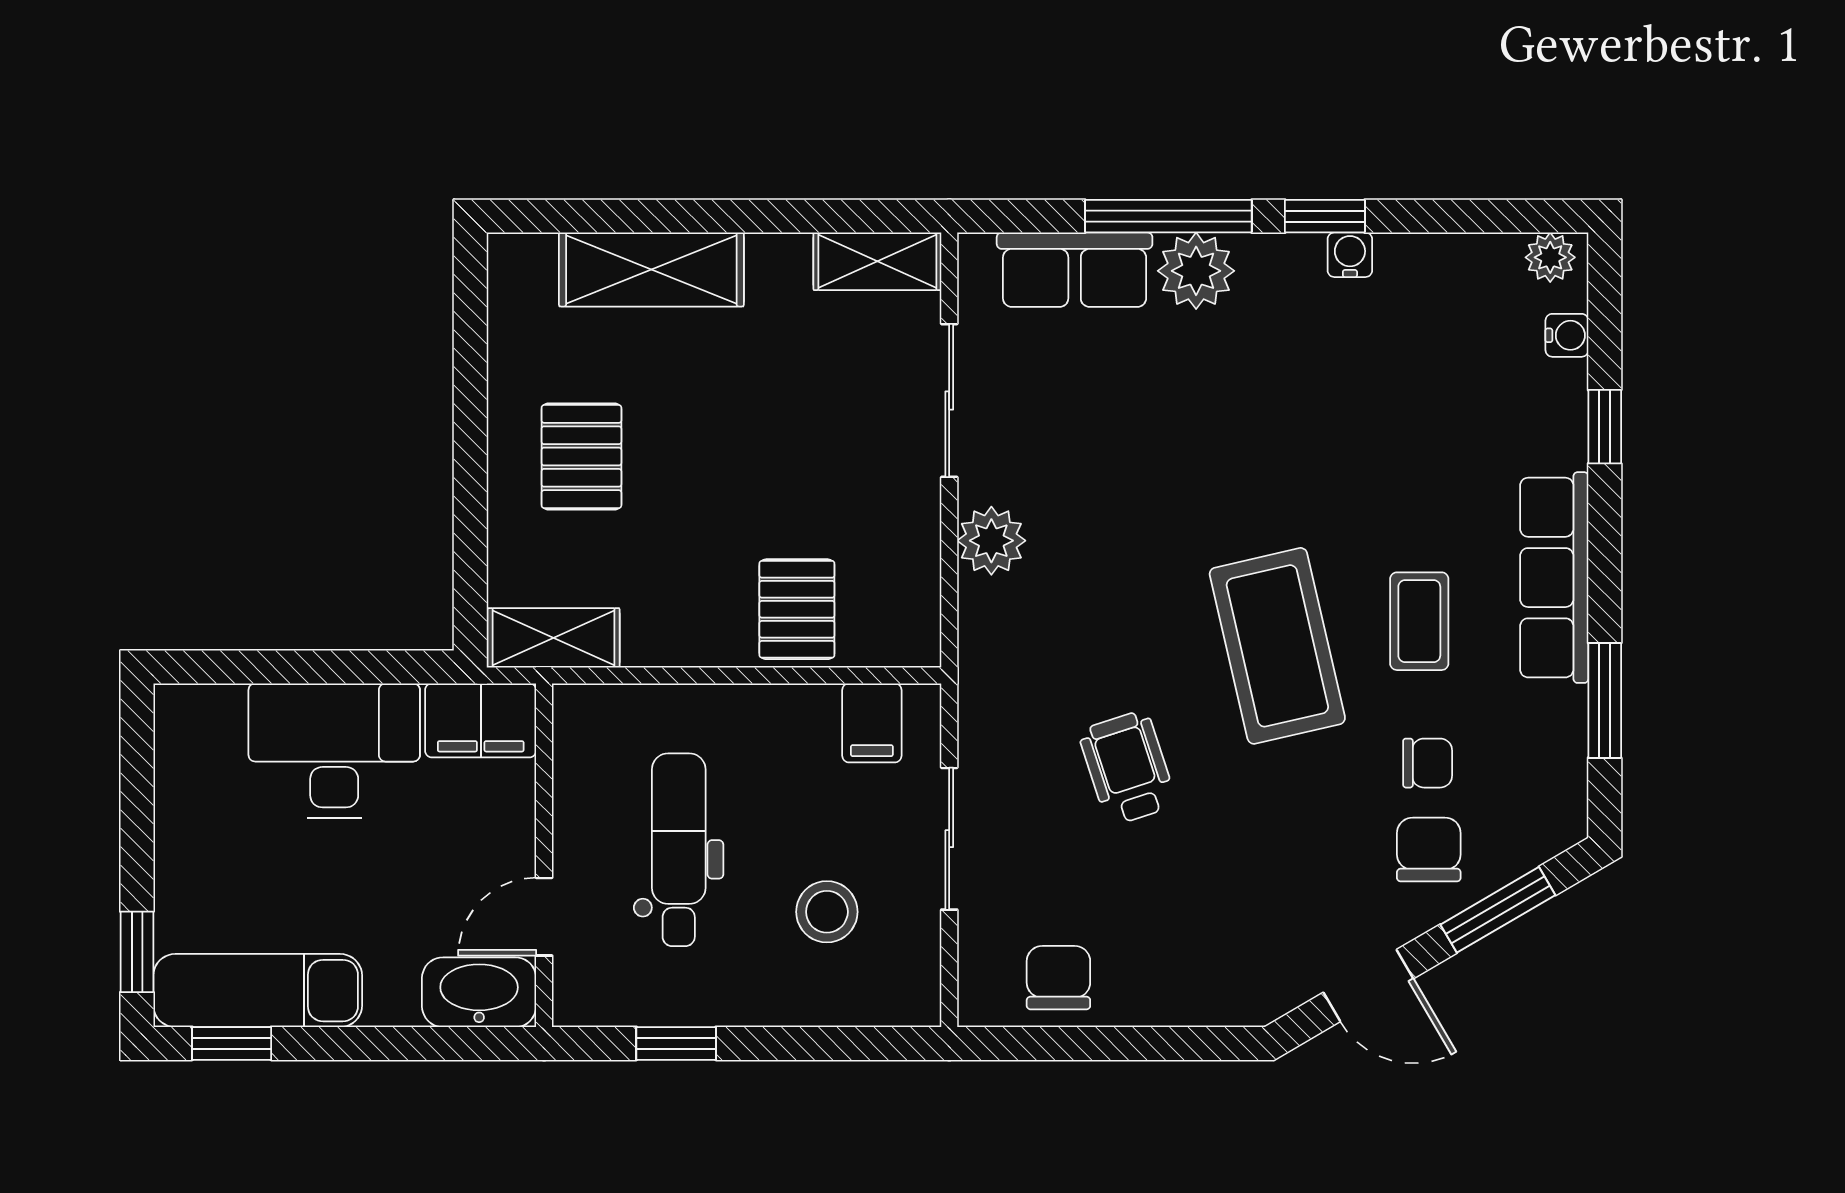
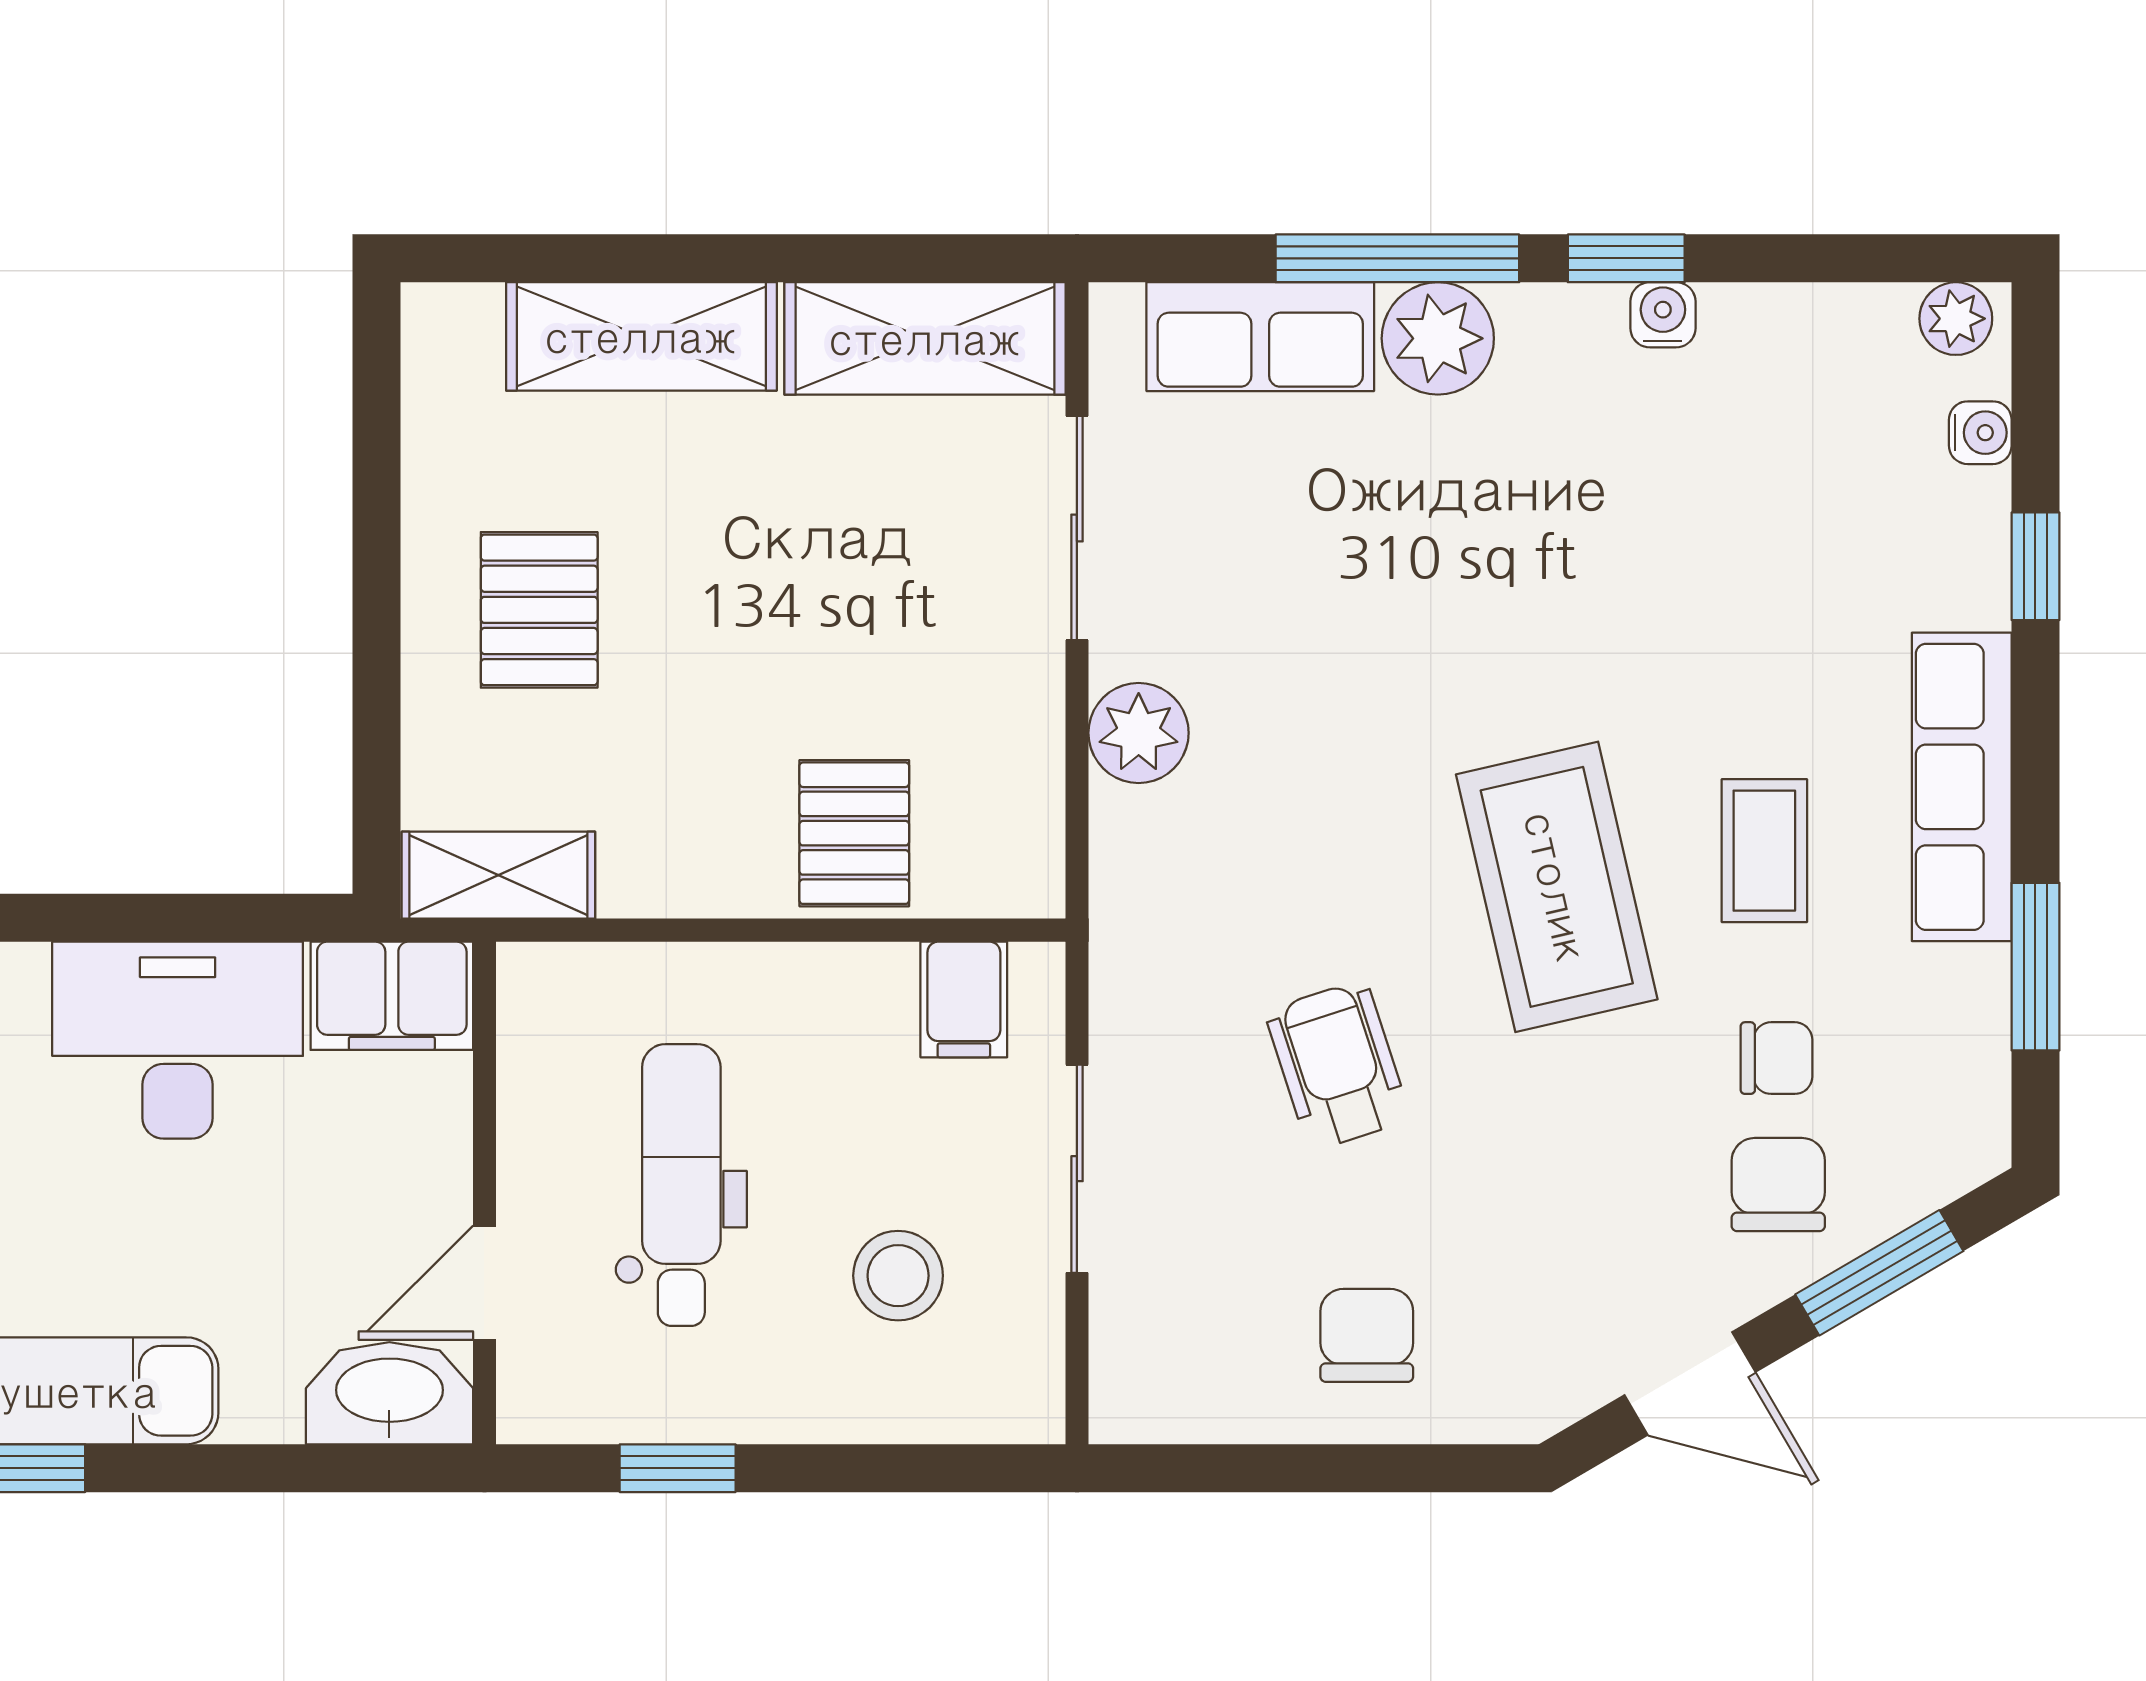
shelving: (877, 261) -> (925, 338), width x1.50, depth x1.33
chair: (1058, 978) -> (1367, 1335), moved

